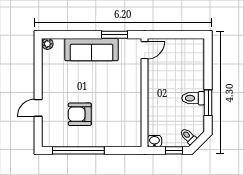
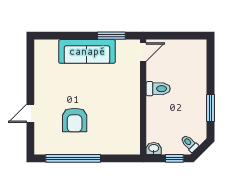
plant: (47, 44) -> (40, 45), removed
toilet: (193, 98) -> (158, 89), moved, turned 180
armchair: (80, 114) -> (75, 120), turned -90

